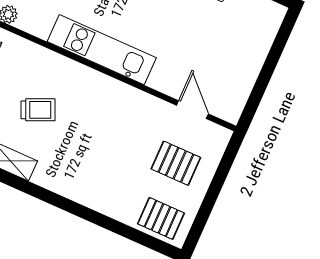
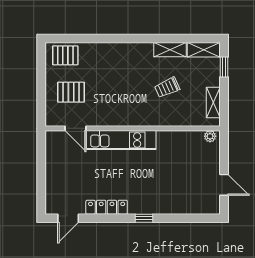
kitchen unit: (102, 50) -> (121, 140), moved

